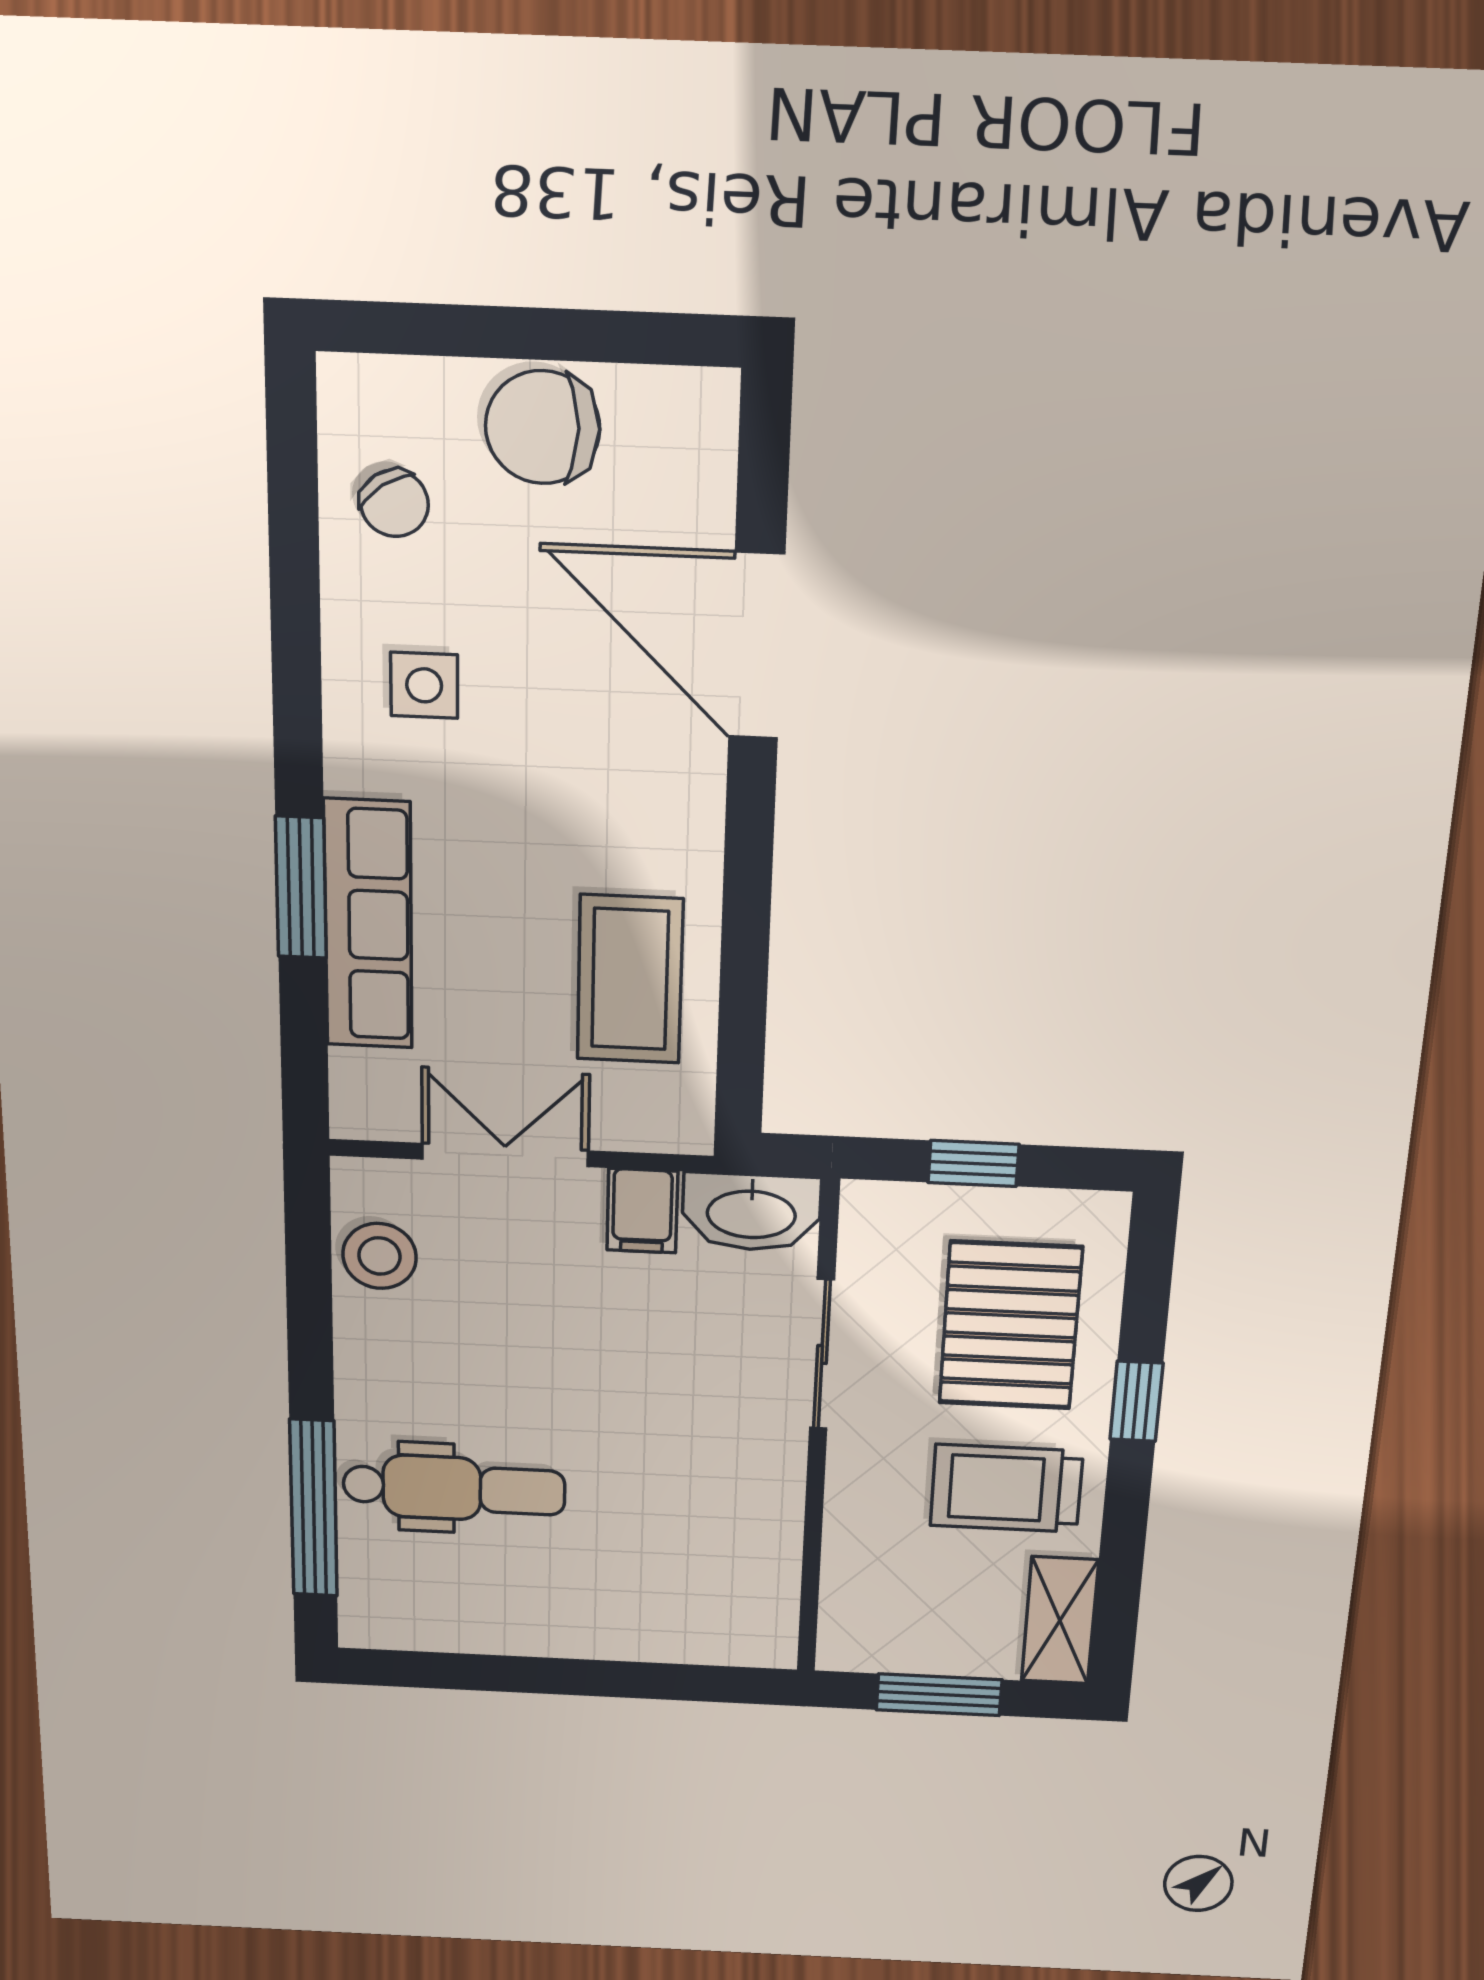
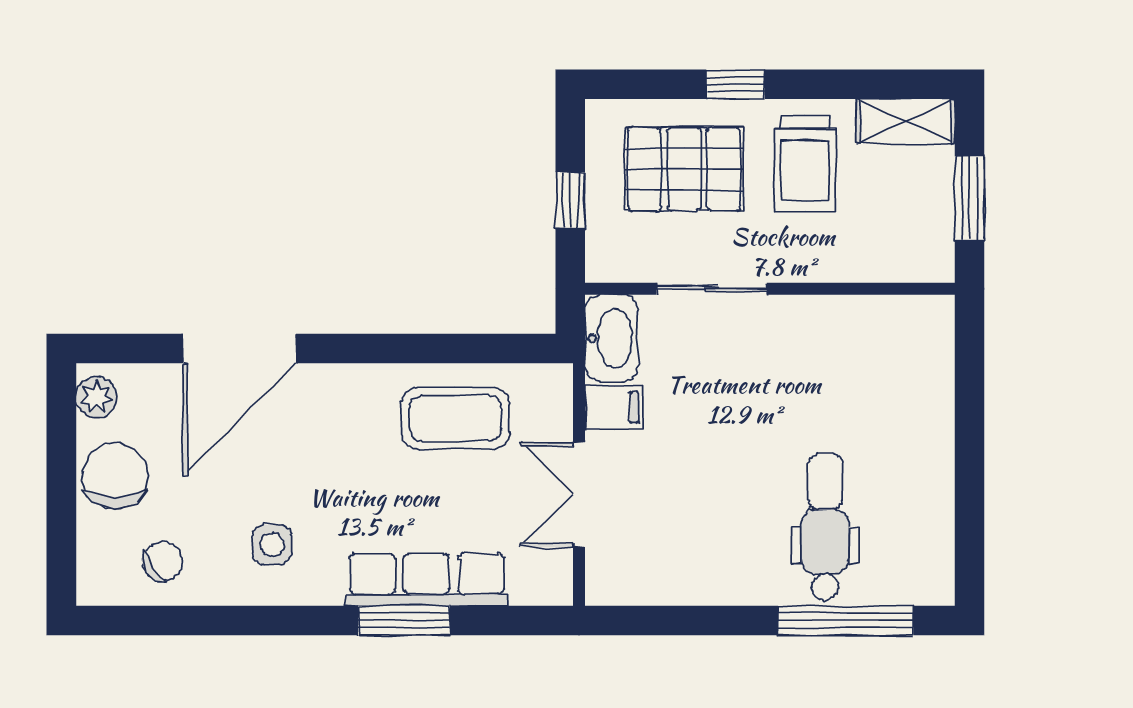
plant: (680, 401) -> (97, 397), added
chair: (543, 427) -> (115, 476), turned 180
stool: (380, 1256) -> (655, 575), removed

